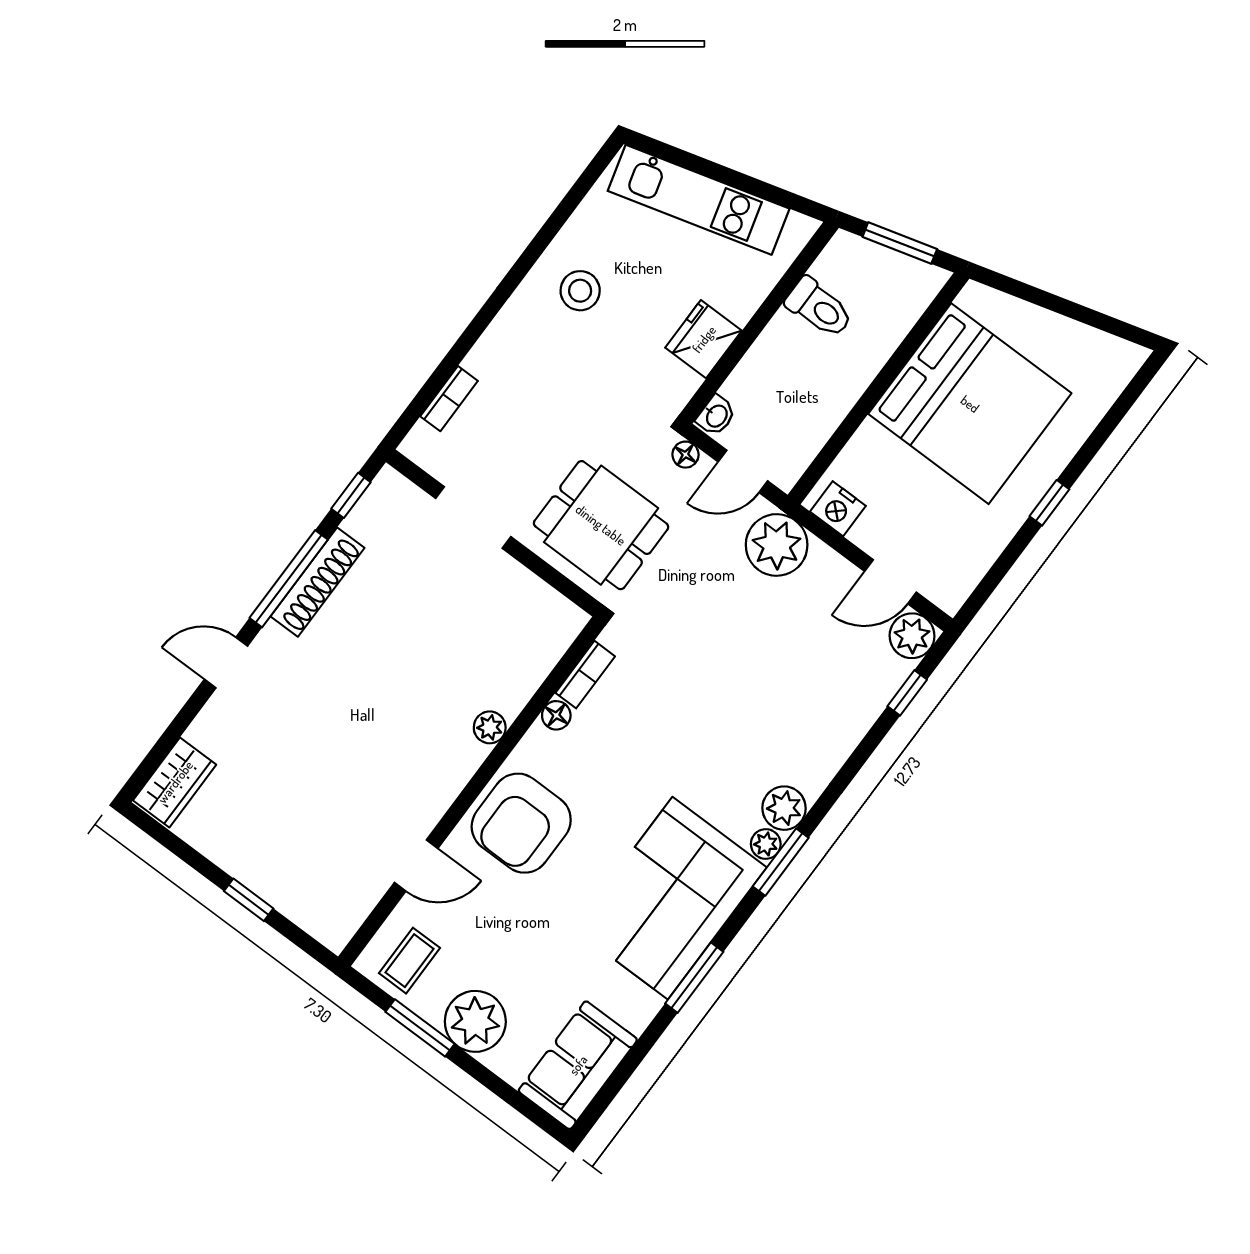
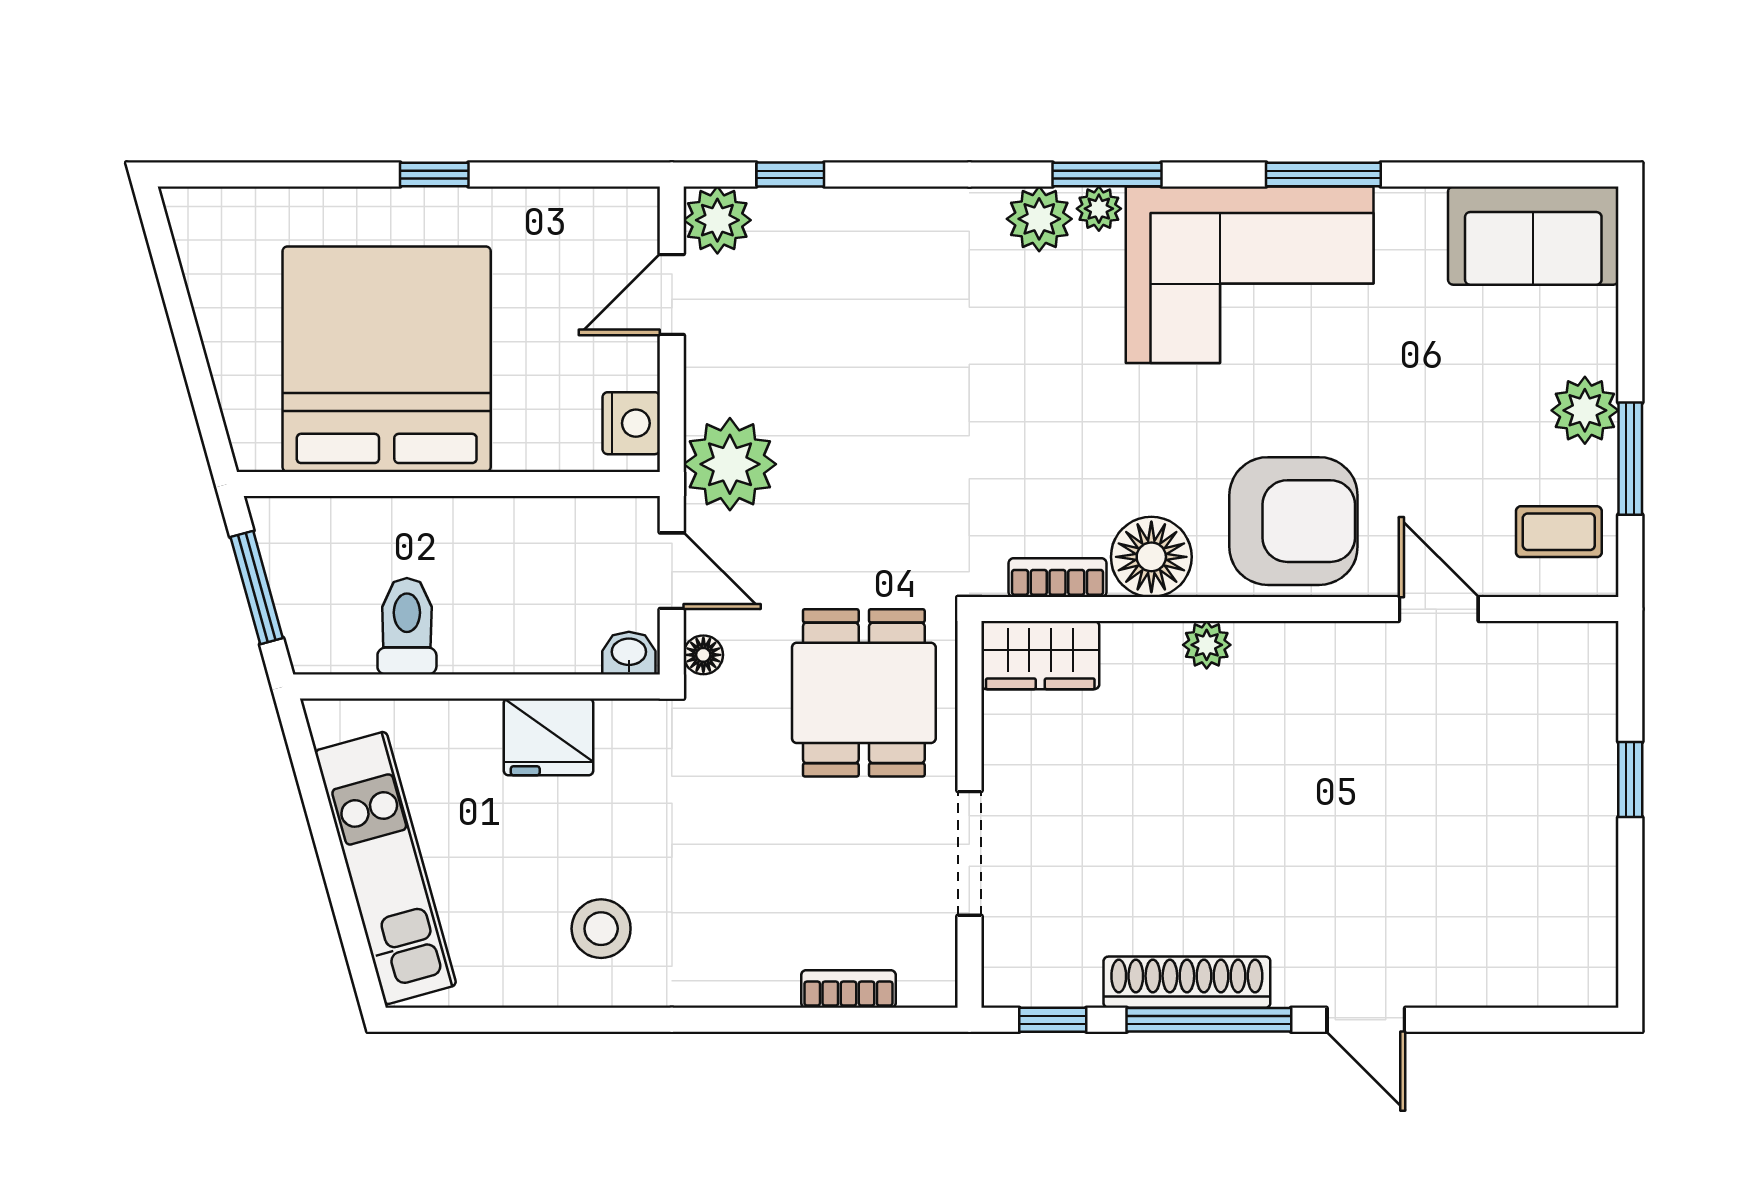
door: (890, 582) -> (672, 294), swing flipped
floor lamp: (556, 715) -> (1151, 557), width x1.89, depth x1.89
wardrobe: (175, 782) -> (1040, 655), moved, turned 180
plant: (475, 1021) -> (1585, 410), width x0.73, depth x0.73

